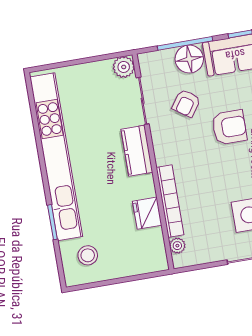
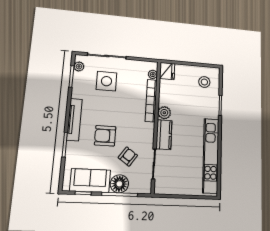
plant: (124, 67) -> (164, 113), moved
kitchen unit: (56, 157) -> (211, 156), width x0.73
fridge: (147, 213) -> (167, 71), moved

